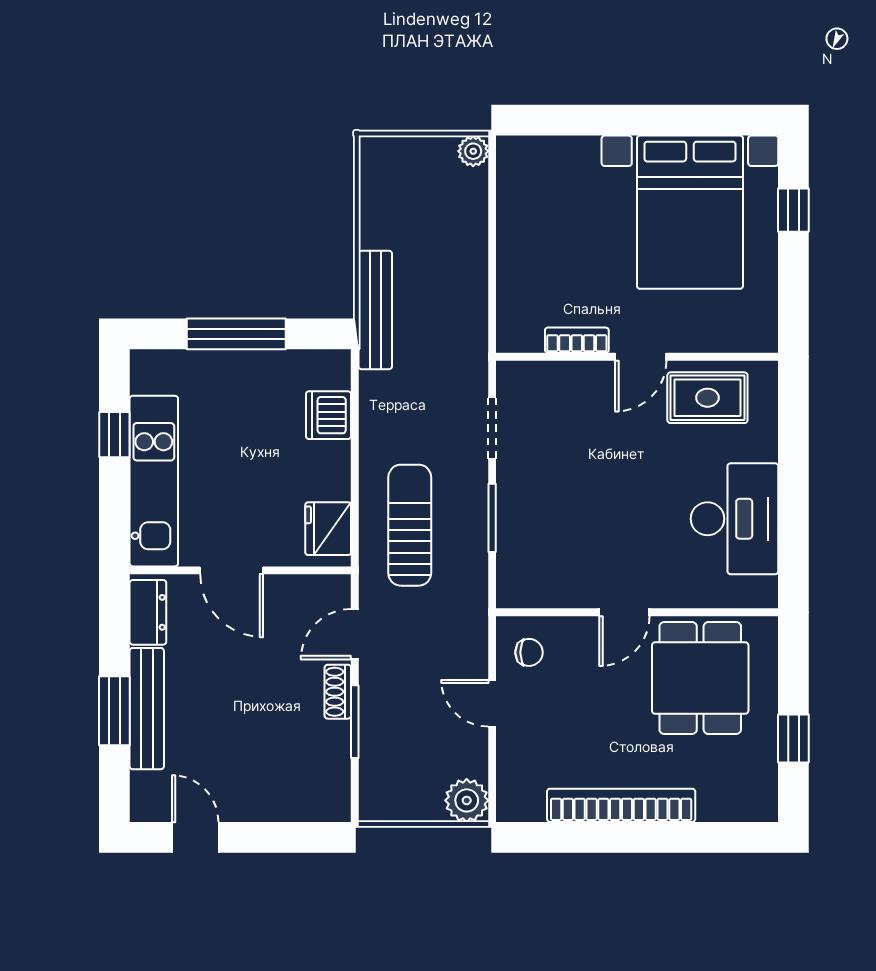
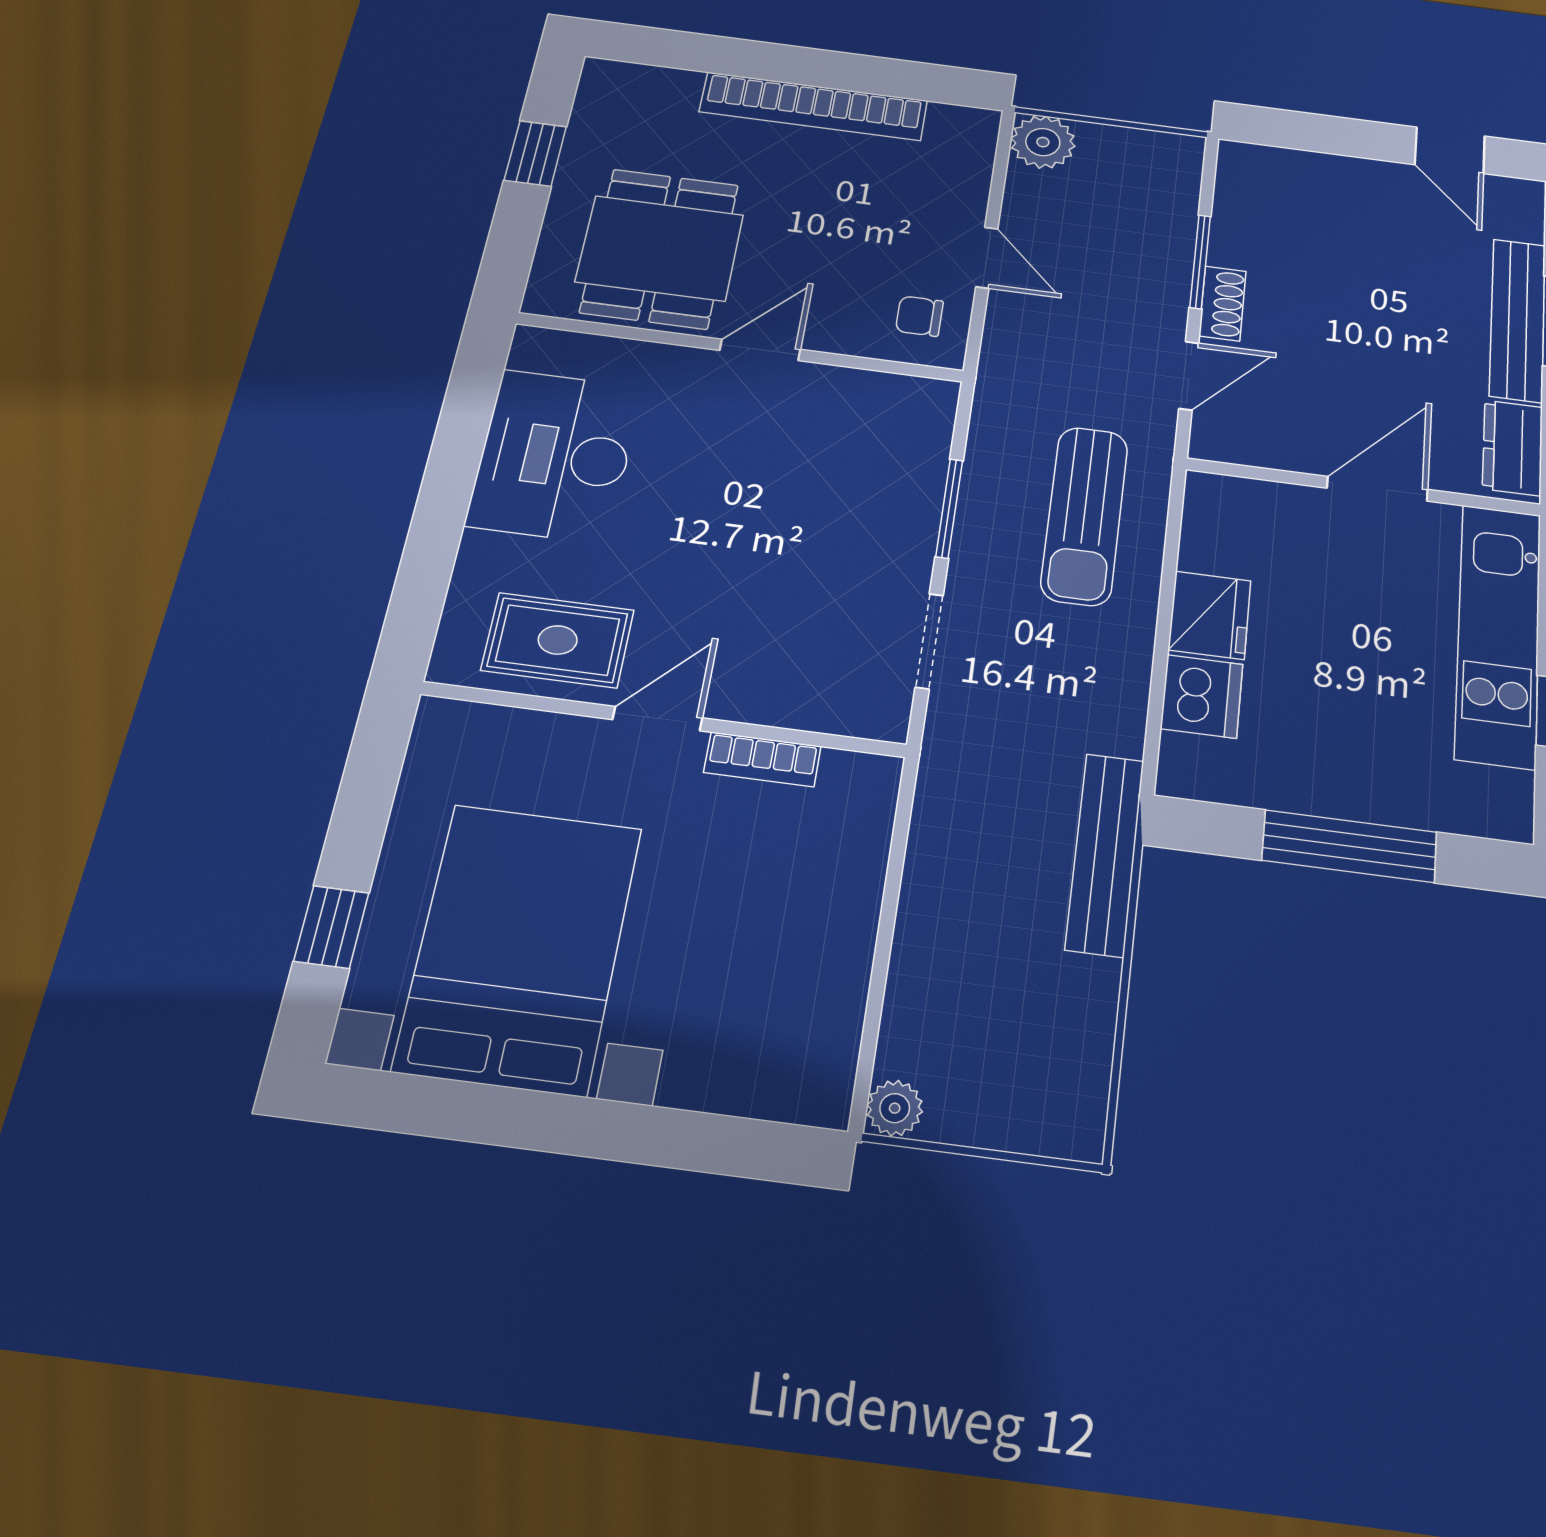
fridge: (328, 529) -> (1210, 615), moved
door: (232, 570) -> (1377, 489), hinge flipped

